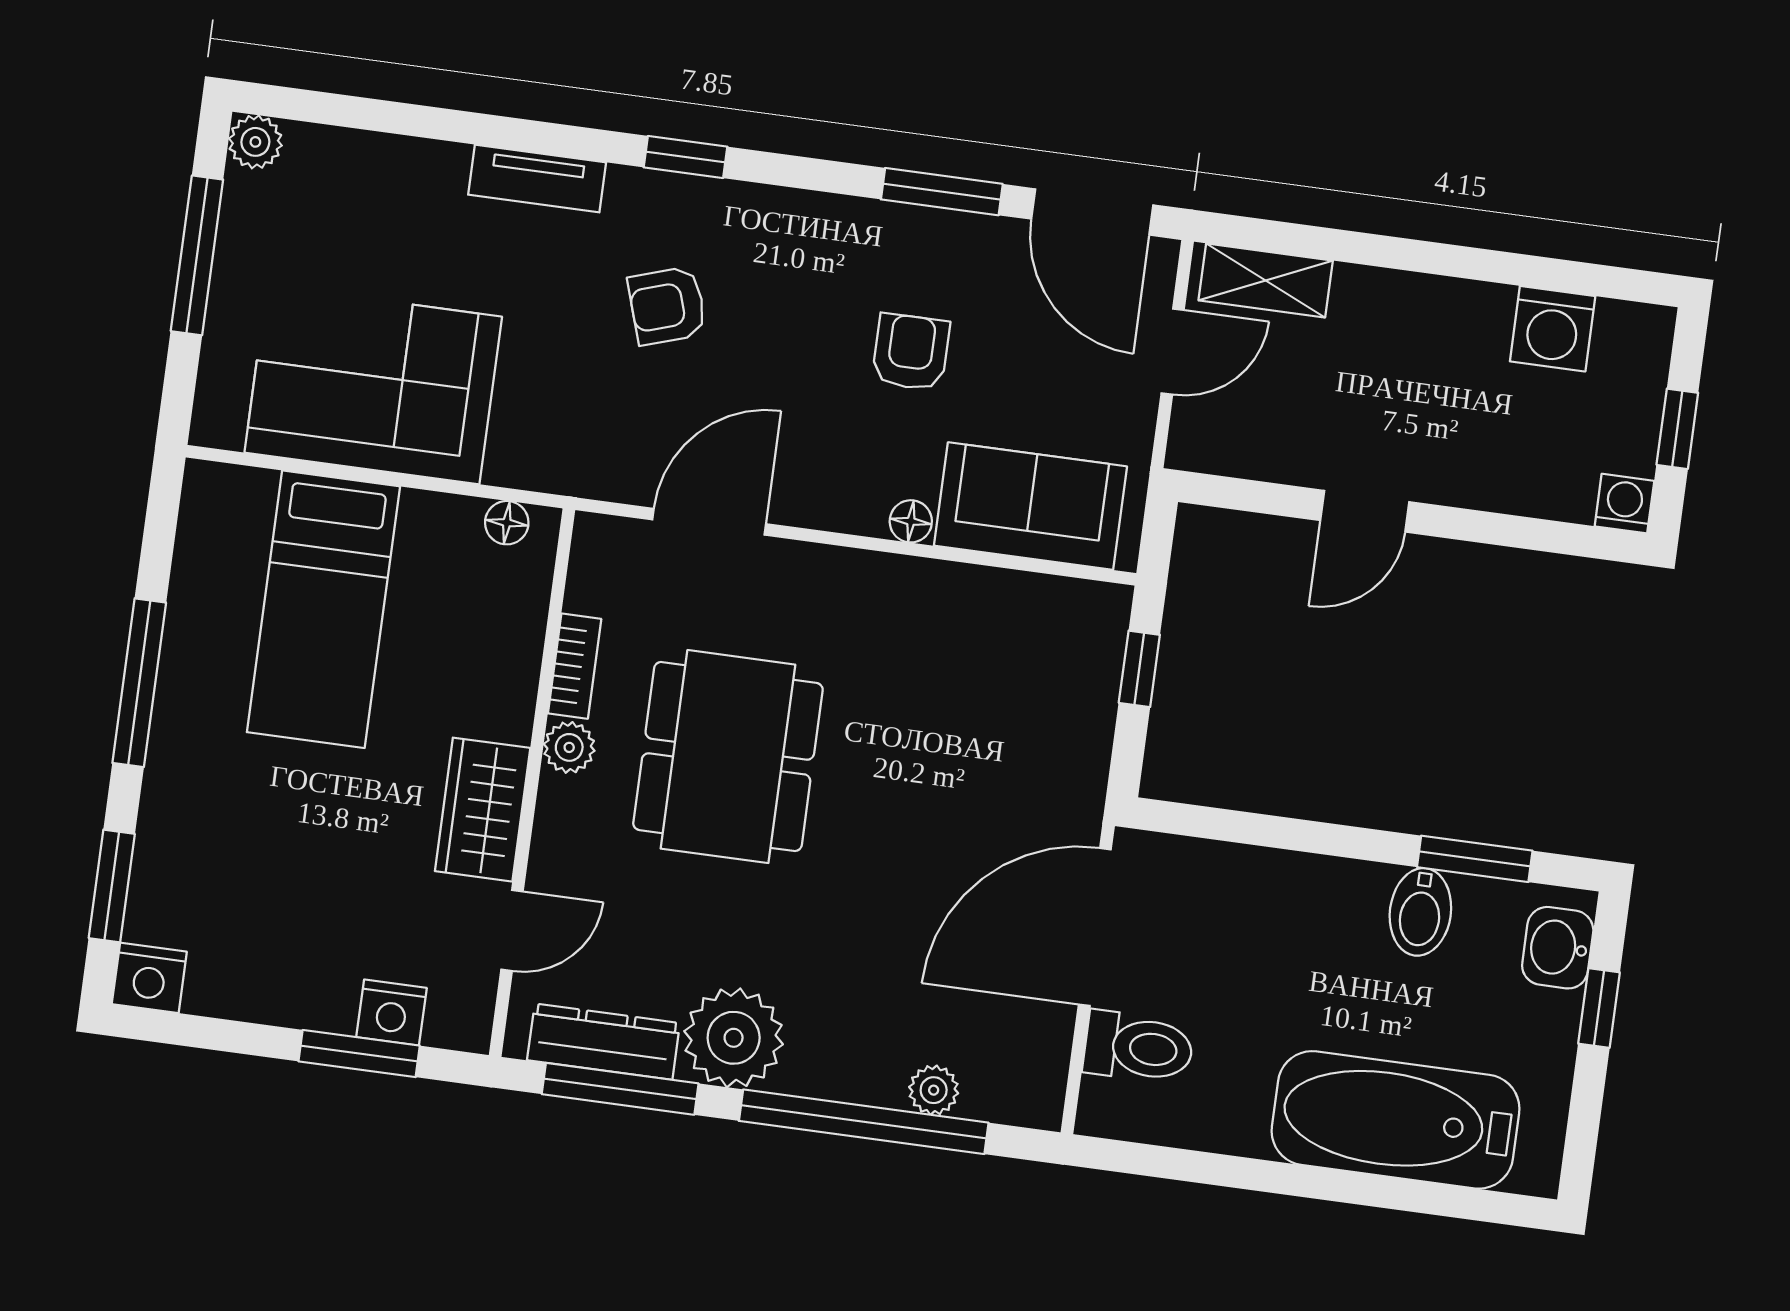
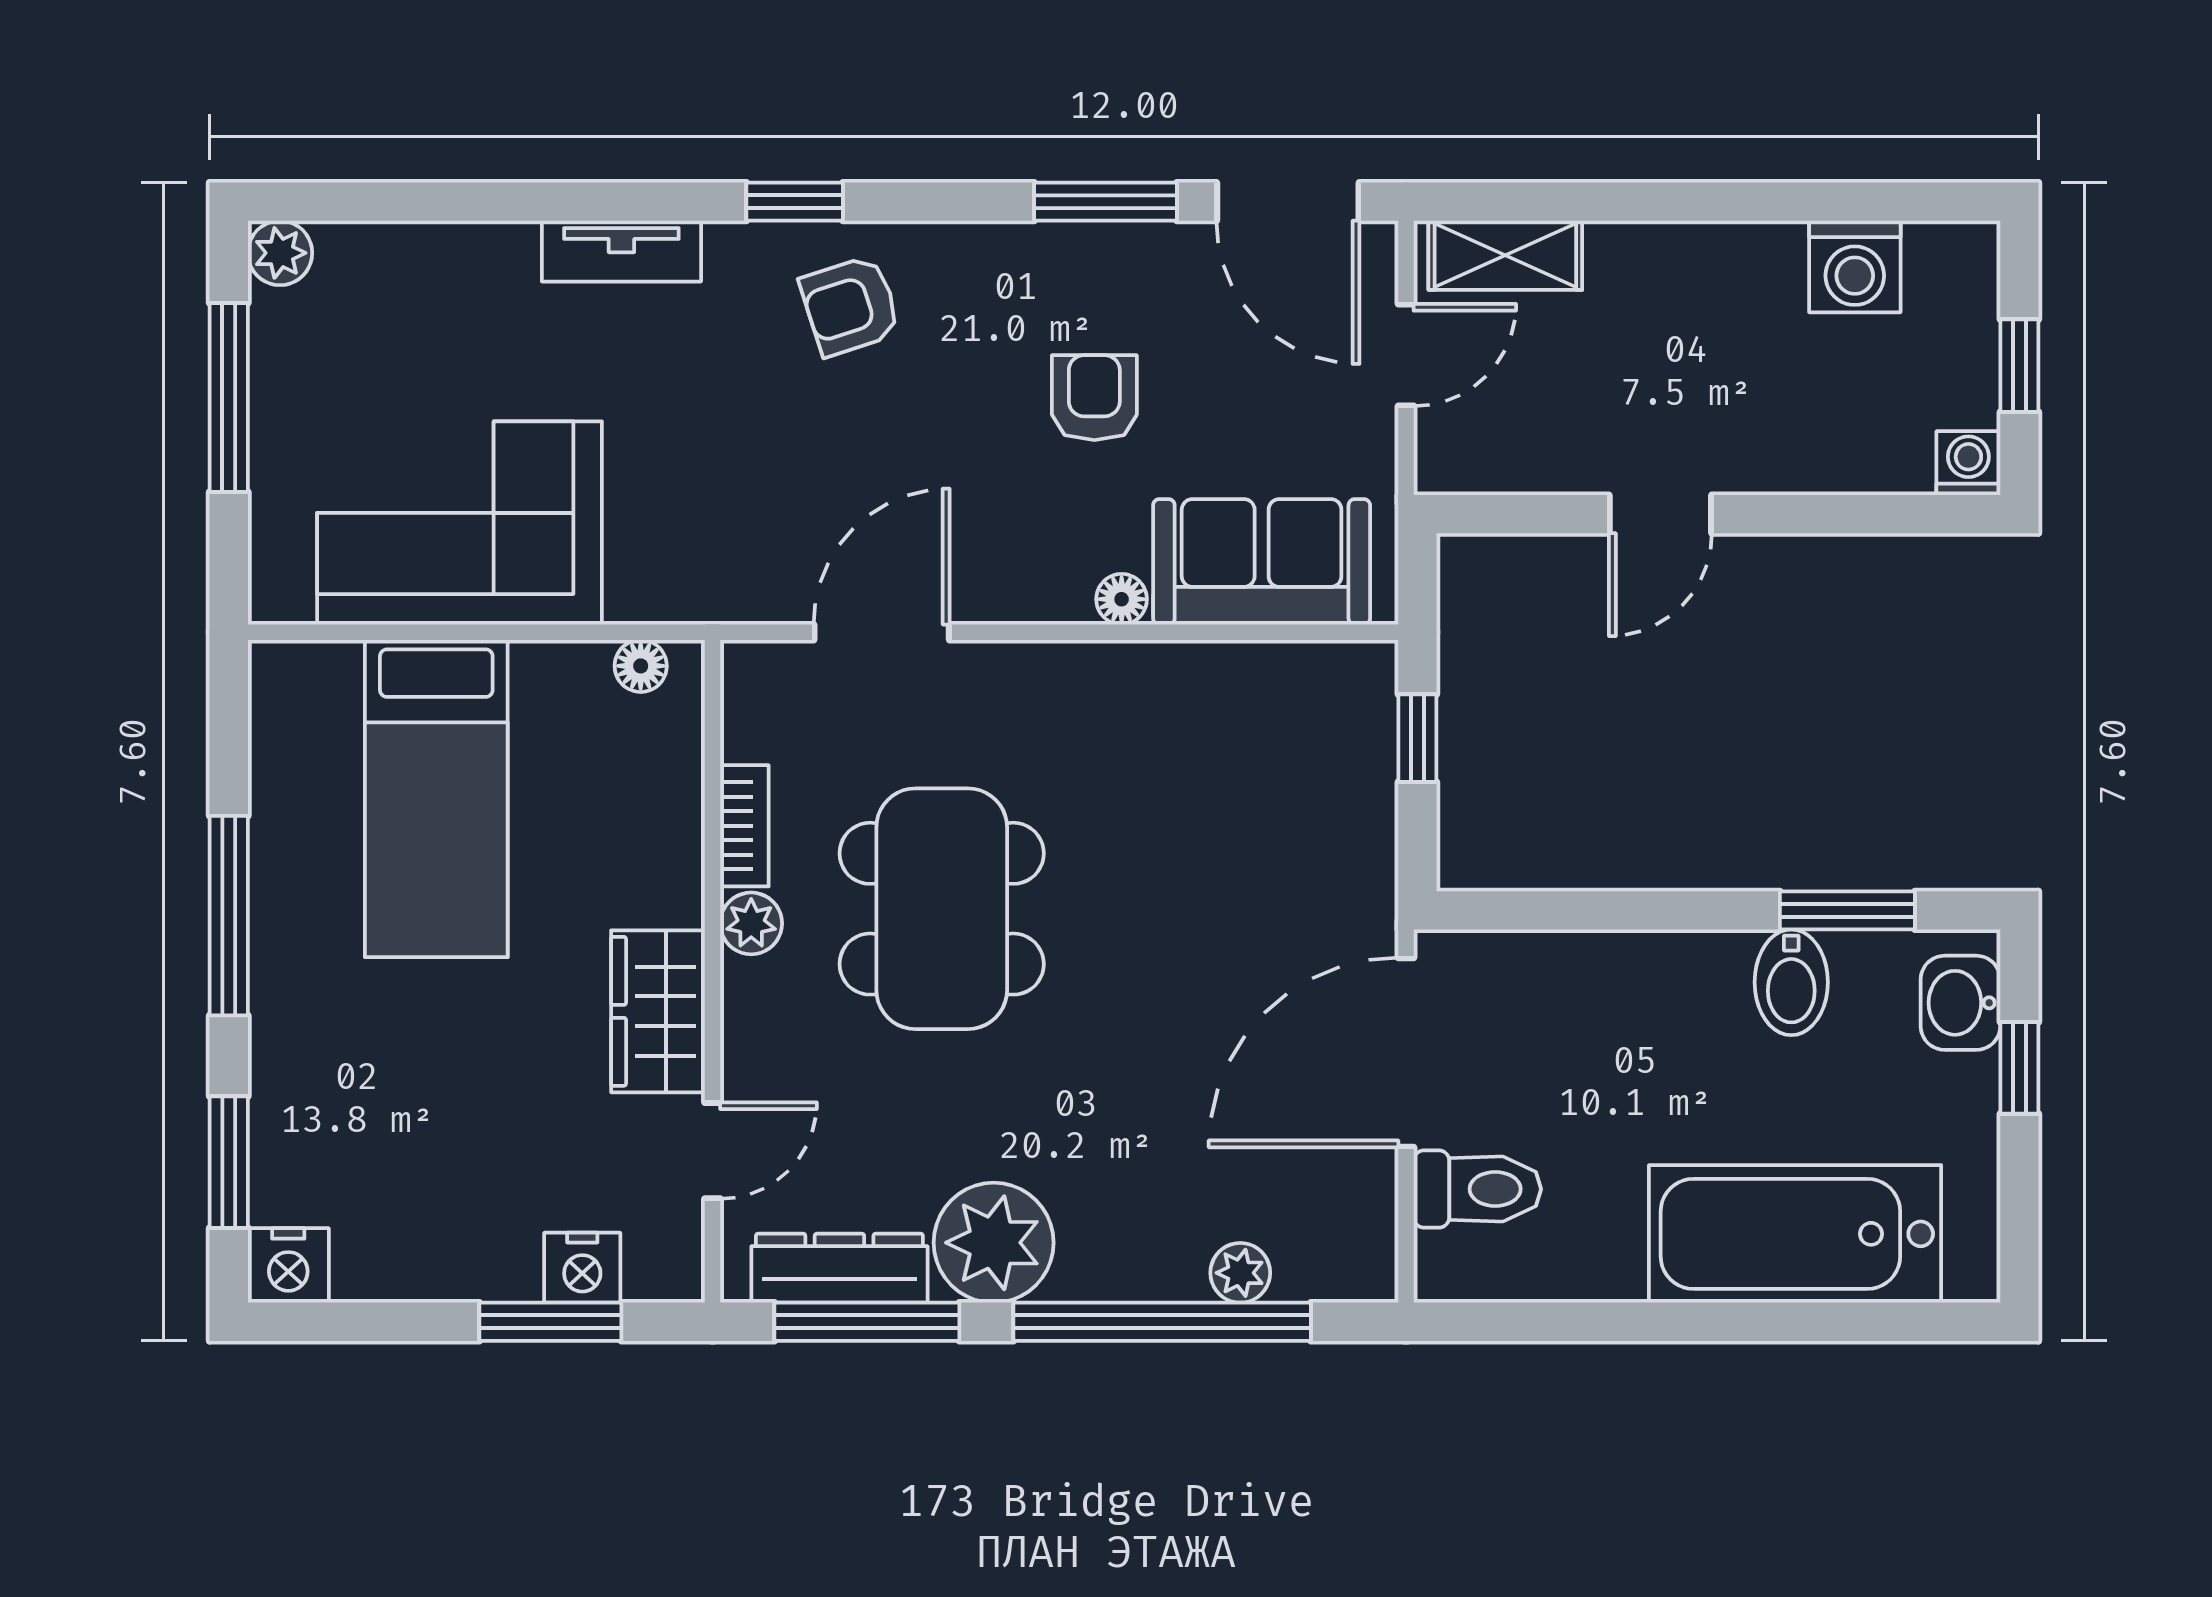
armchair: (667, 306) -> (850, 306), moved

